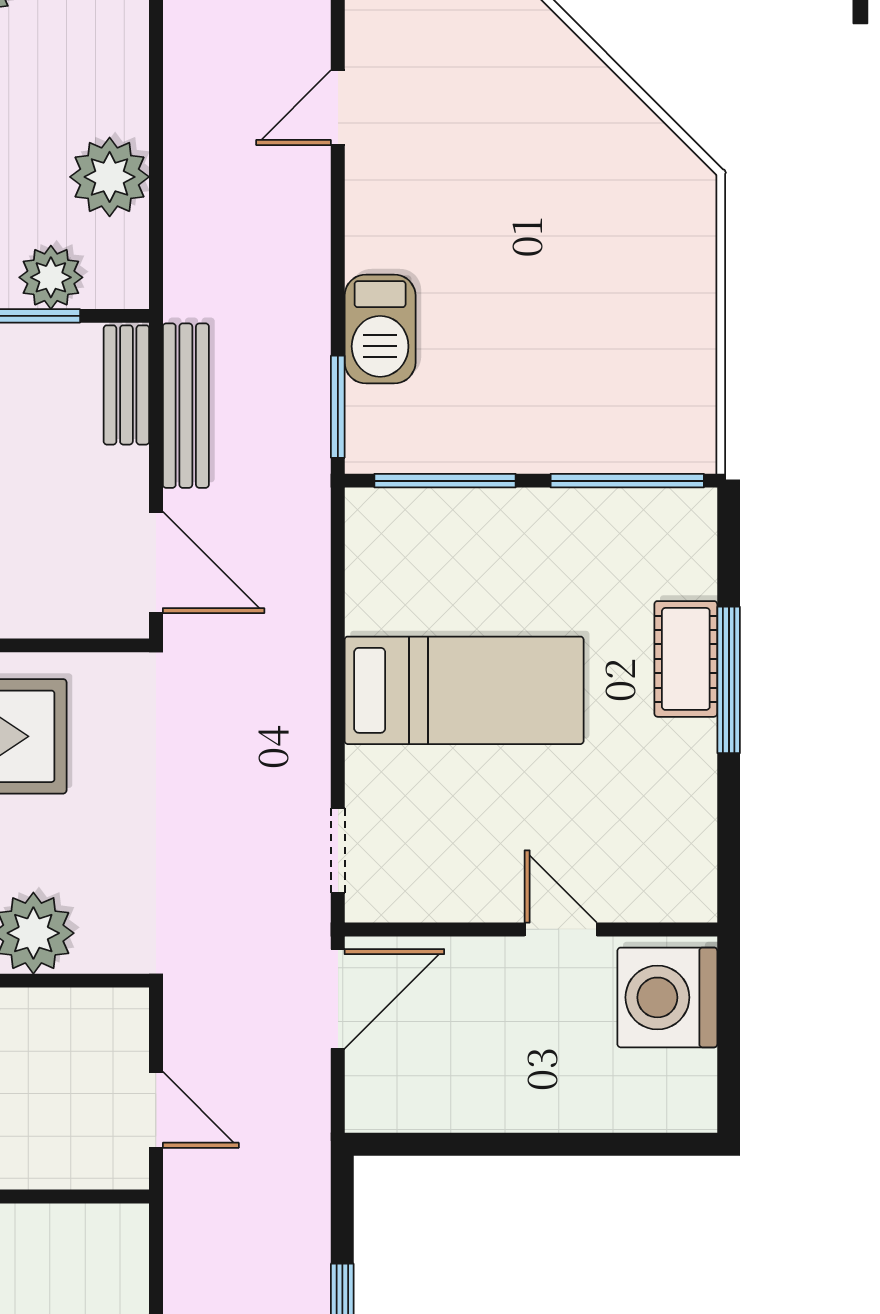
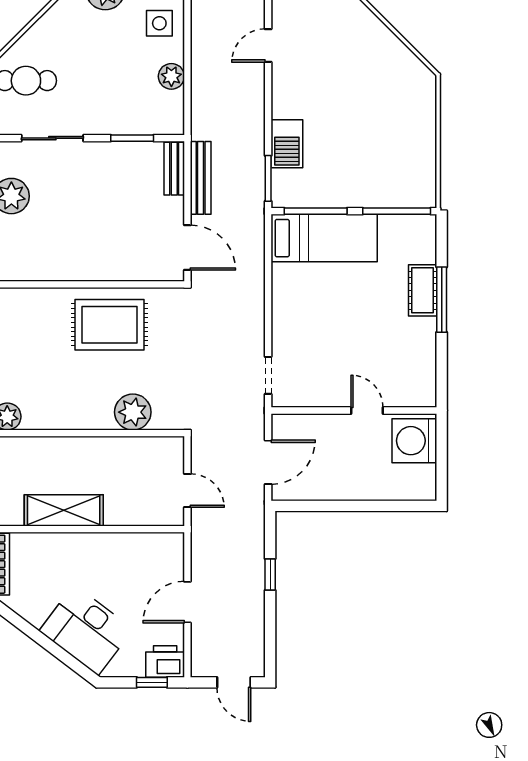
side table: (93, 57) -> (159, 23), added
plant: (110, 177) -> (171, 76), width x0.73, depth x0.73
plant: (51, 277) -> (141, 121), removed
bed: (464, 690) -> (324, 238), moved
door: (338, 999) -> (268, 462), moved

